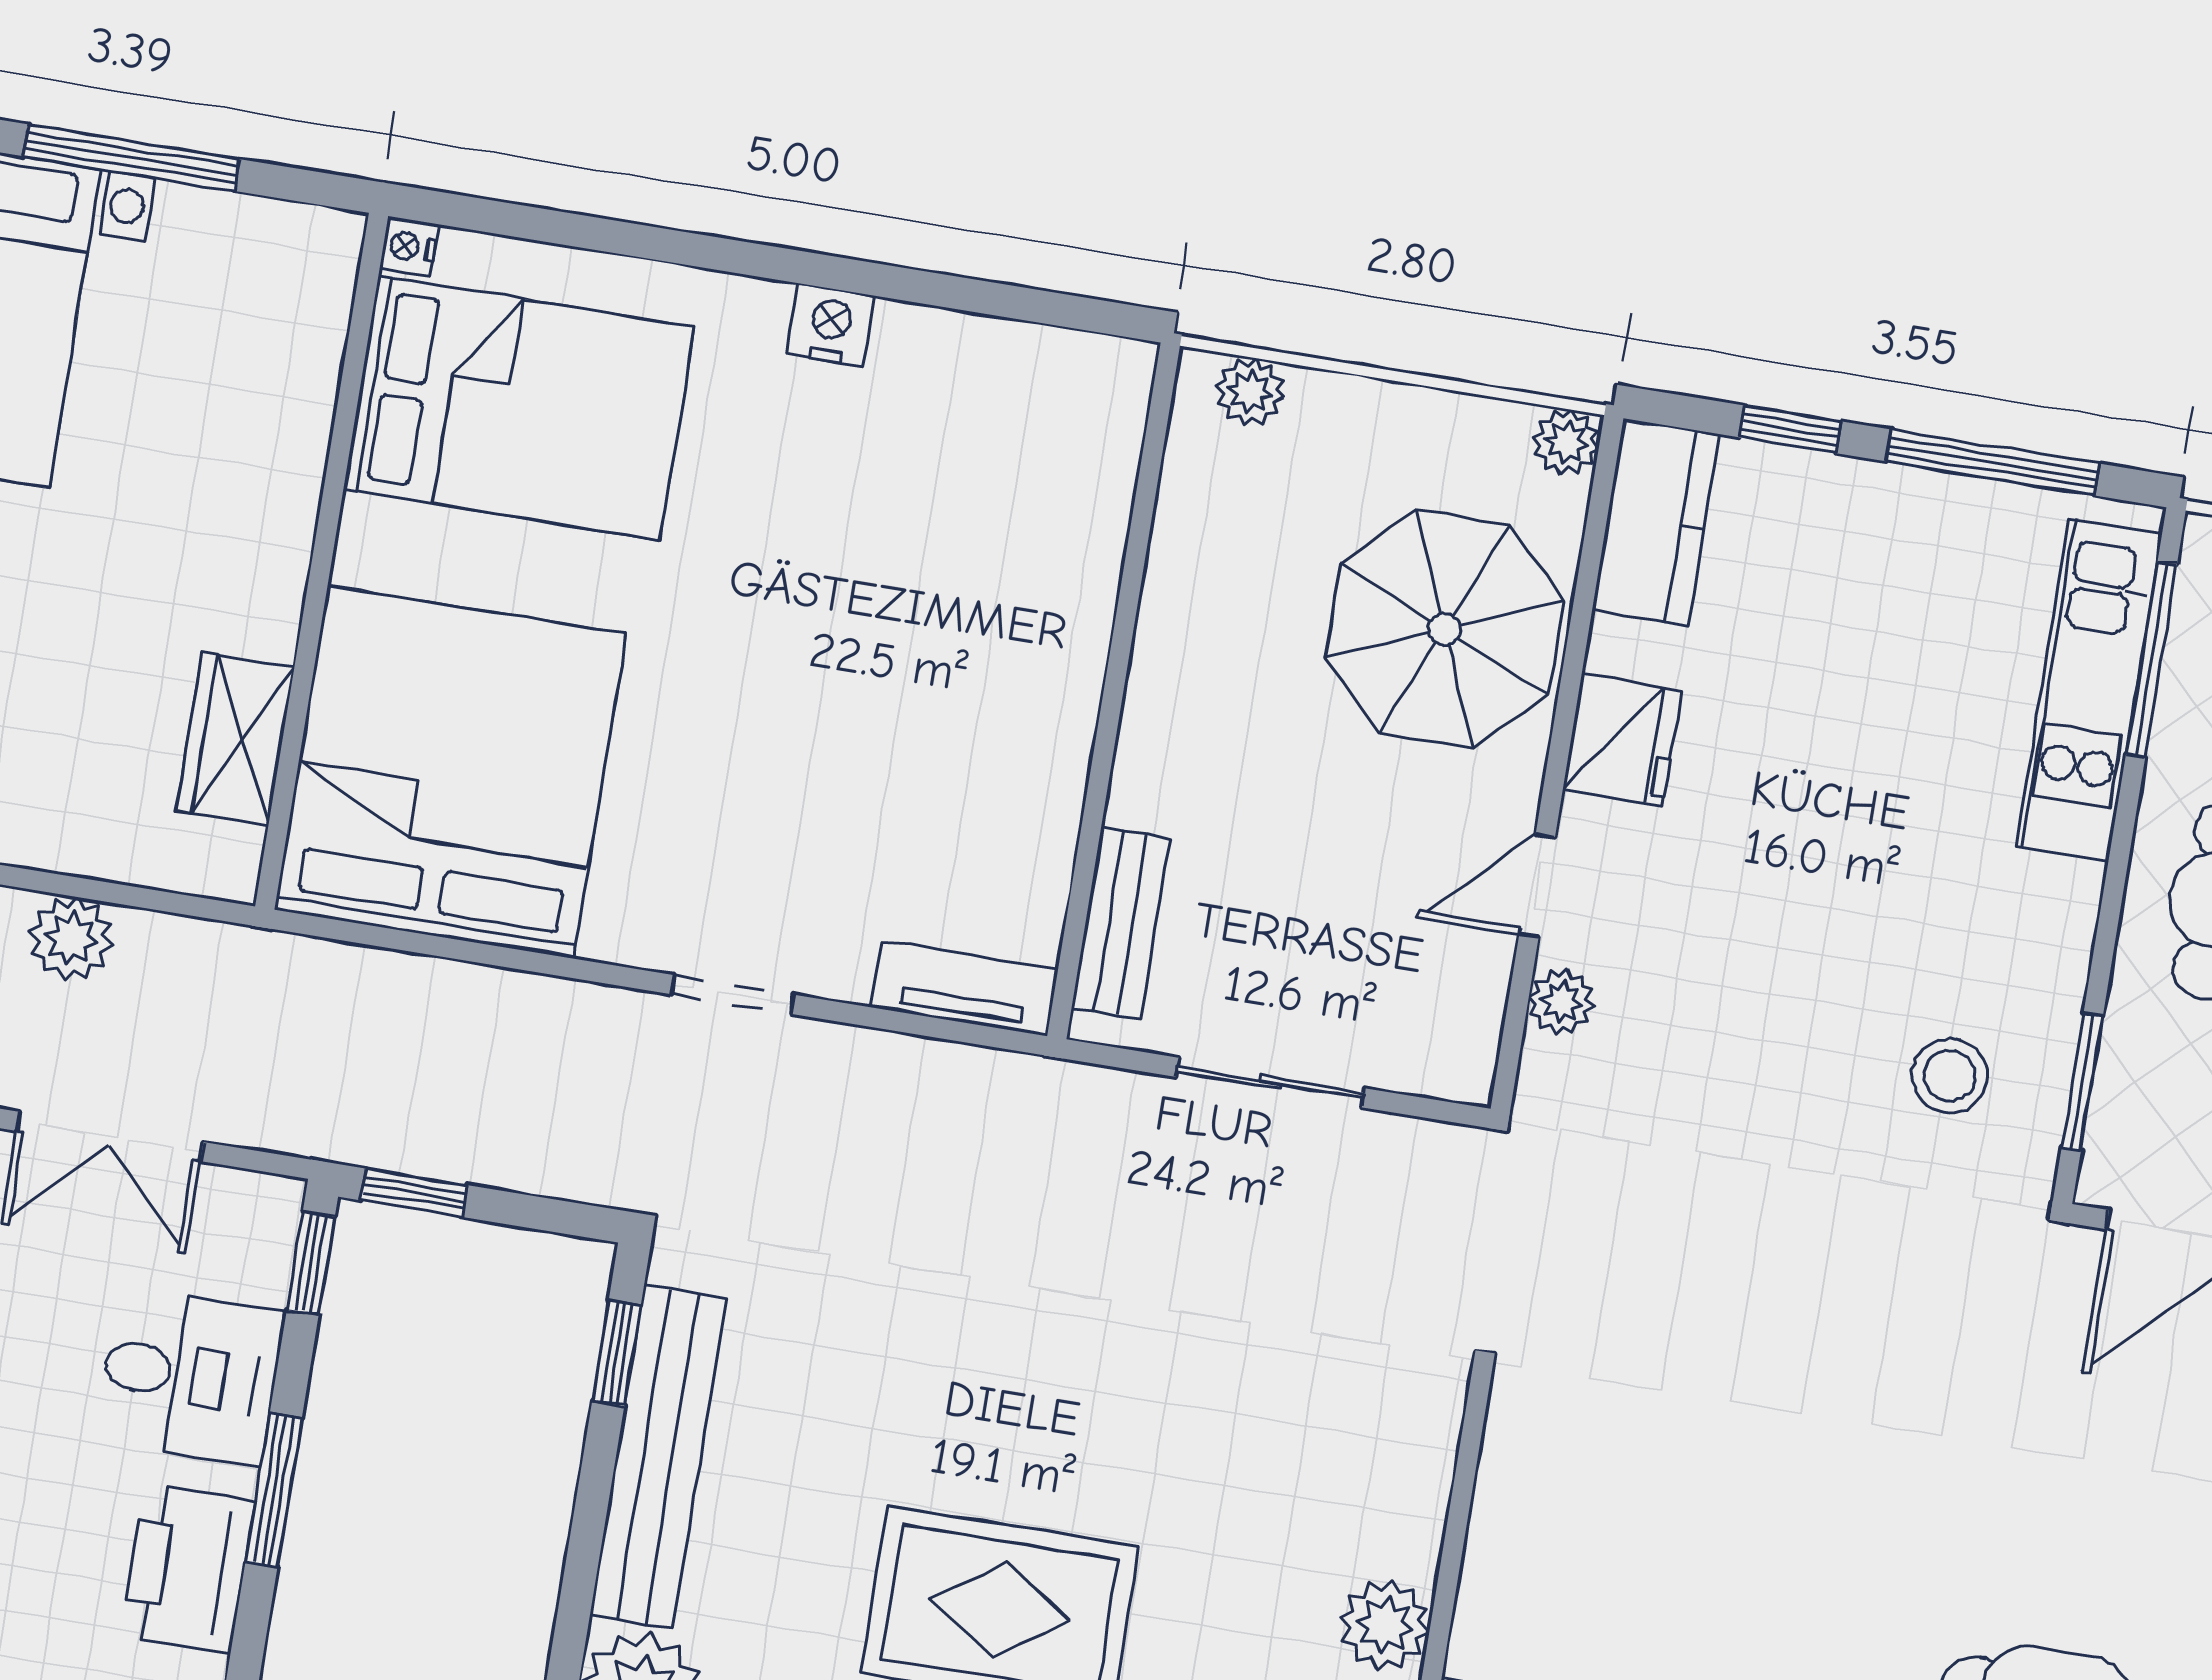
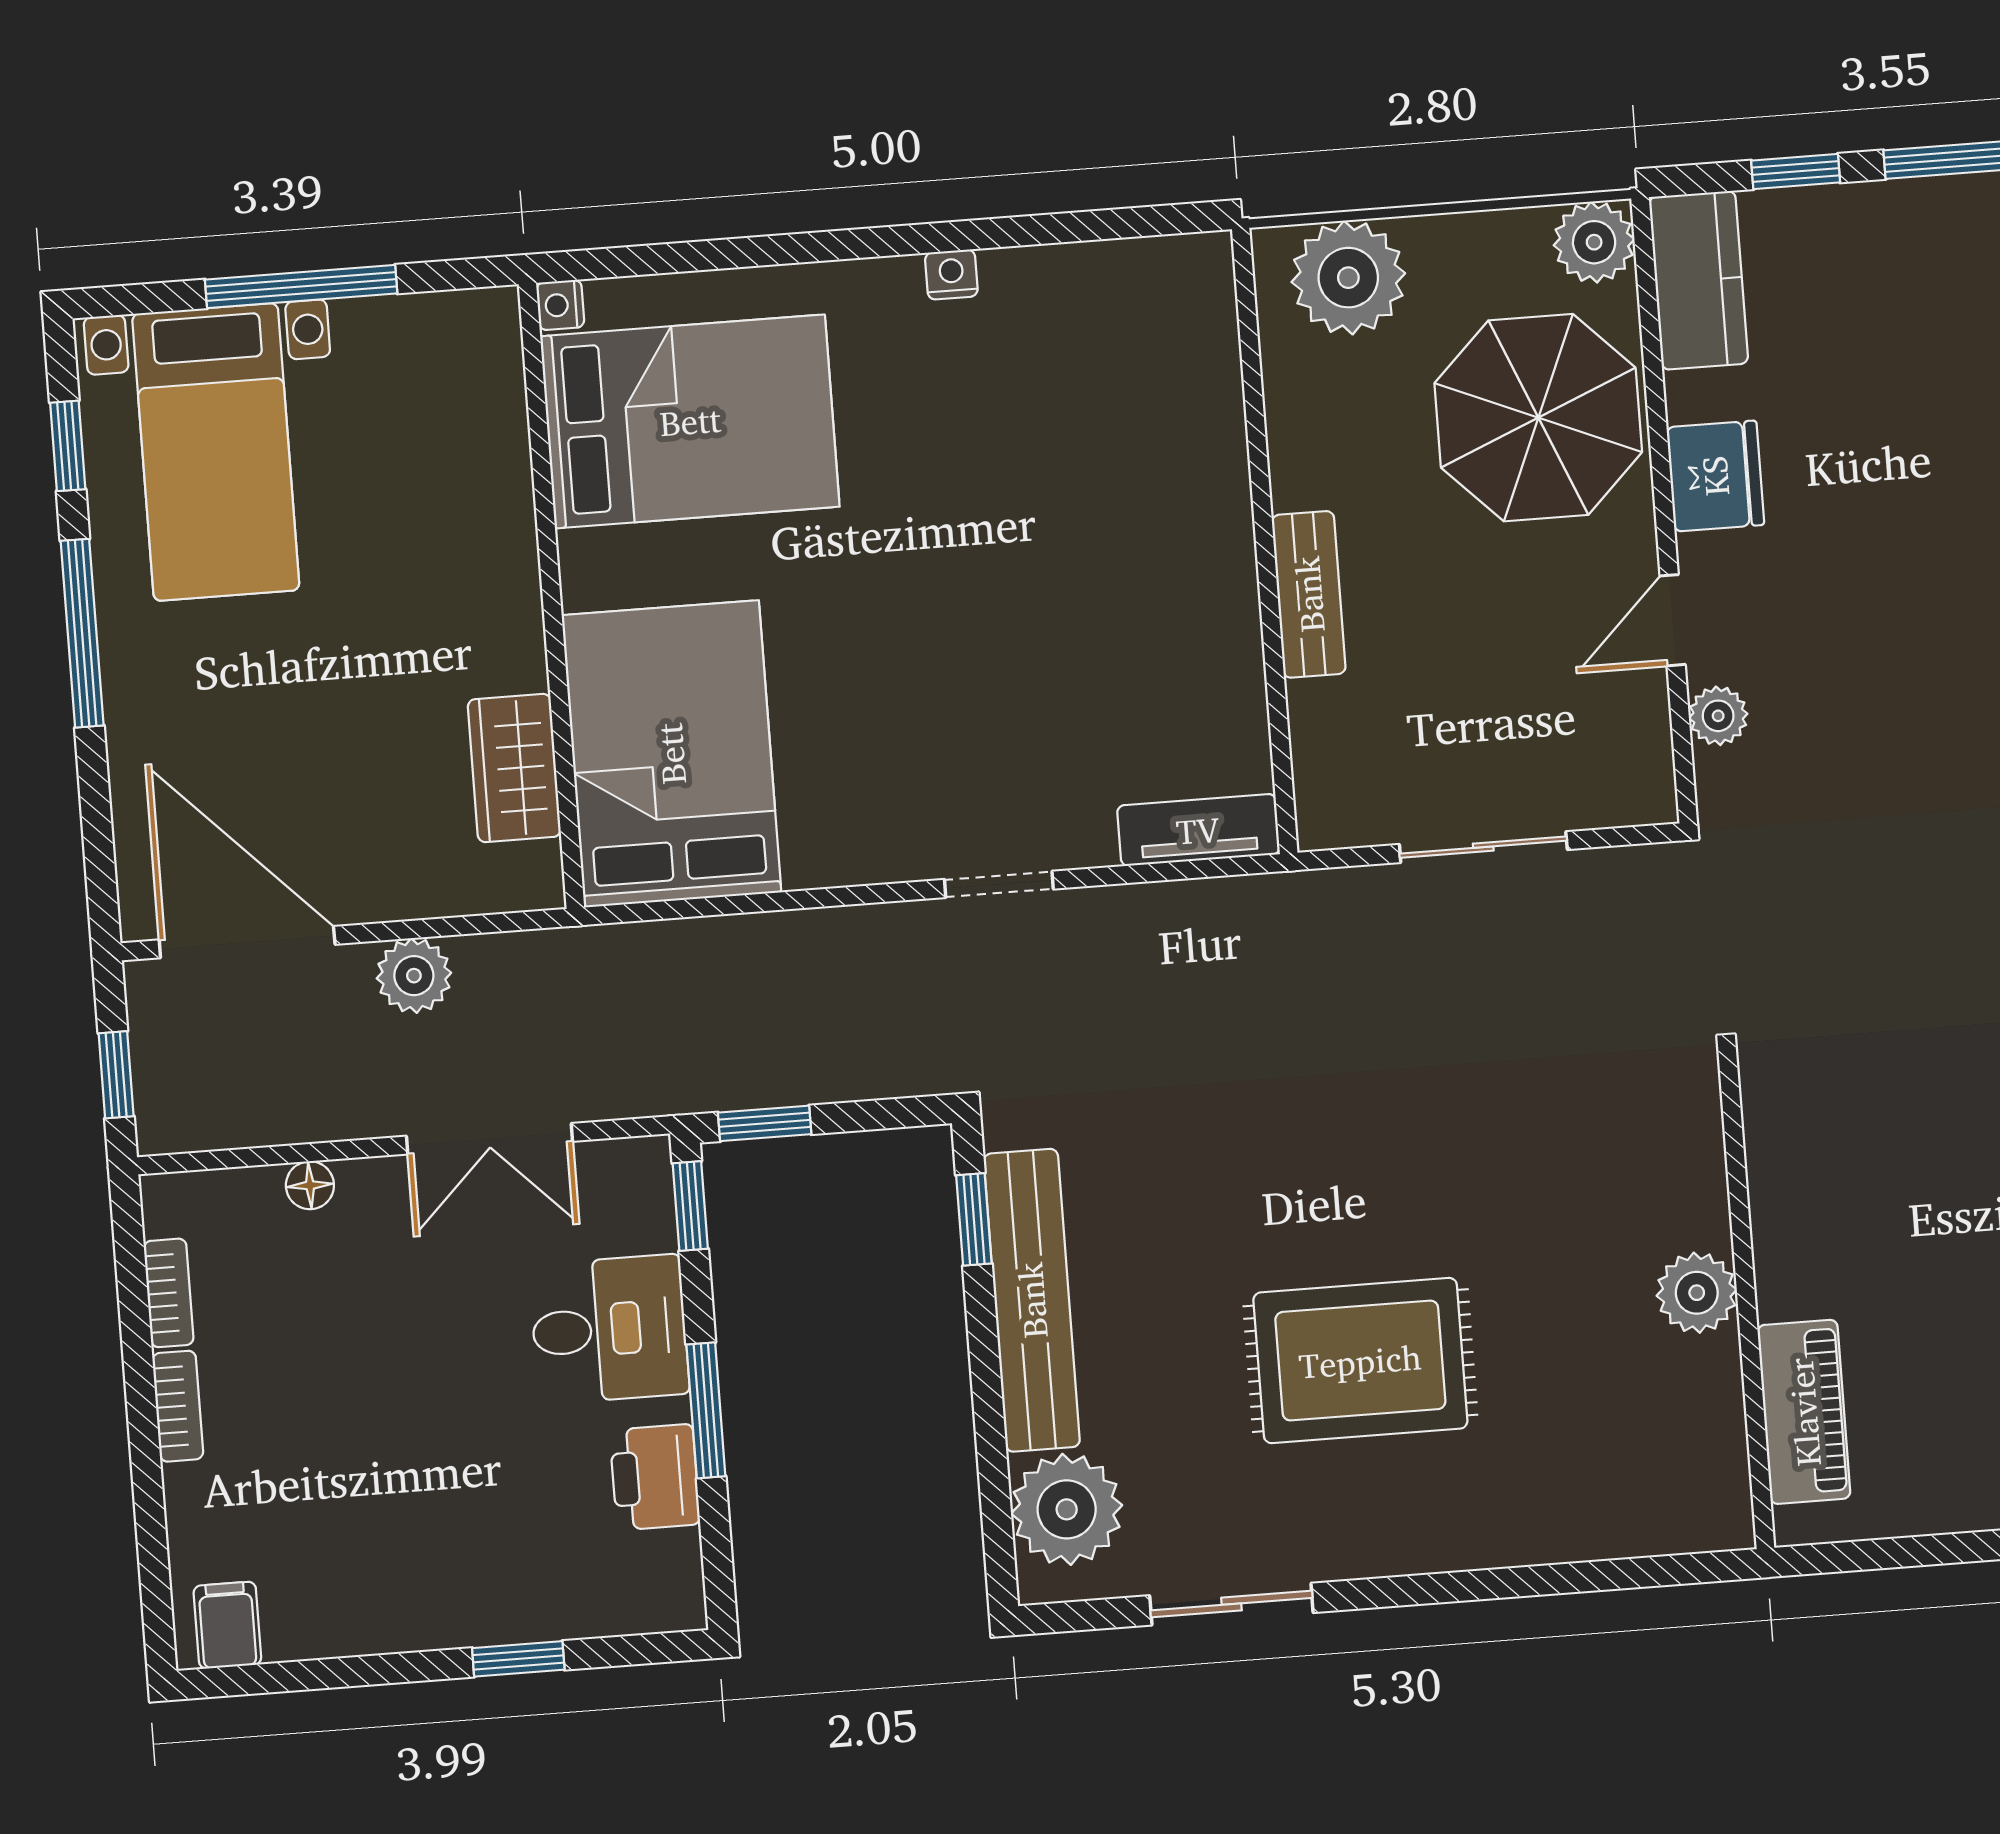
nightstand: (831, 325) -> (951, 275), width x0.72, depth x0.74
plant: (1250, 392) -> (1348, 278), width x1.87, depth x1.87
plant: (1566, 443) -> (1594, 242), width x1.38, depth x1.38
bed: (450, 772) -> (671, 754), width x0.73
bench: (1121, 923) -> (1309, 594), moved
printer: (188, 1568) -> (655, 1477), width x0.73, depth x0.84

